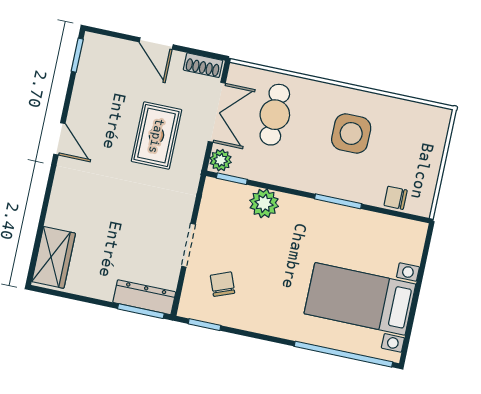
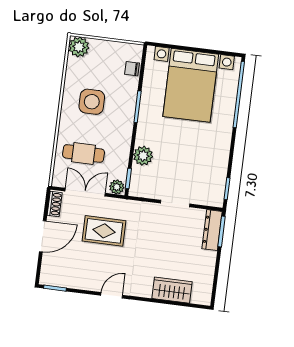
door: (156, 43) -> (43, 236), width x1.38
plant: (435, 121) -> (79, 47), added
chair: (396, 198) -> (132, 69), turned 90
wardrobe: (54, 257) -> (172, 290), moved
chair: (223, 284) -> (199, 179), removed
bed with nightstands: (360, 299) -> (191, 85), width x1.36

